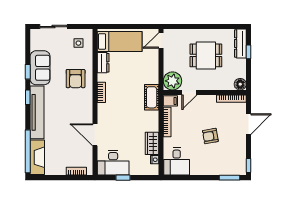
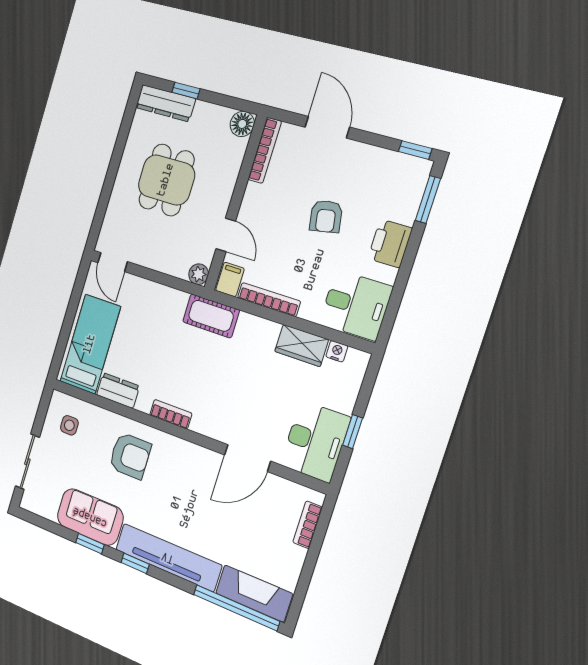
plant: (172, 81) -> (199, 274), width x0.53, depth x0.53
printer: (207, 168) -> (390, 243), added

